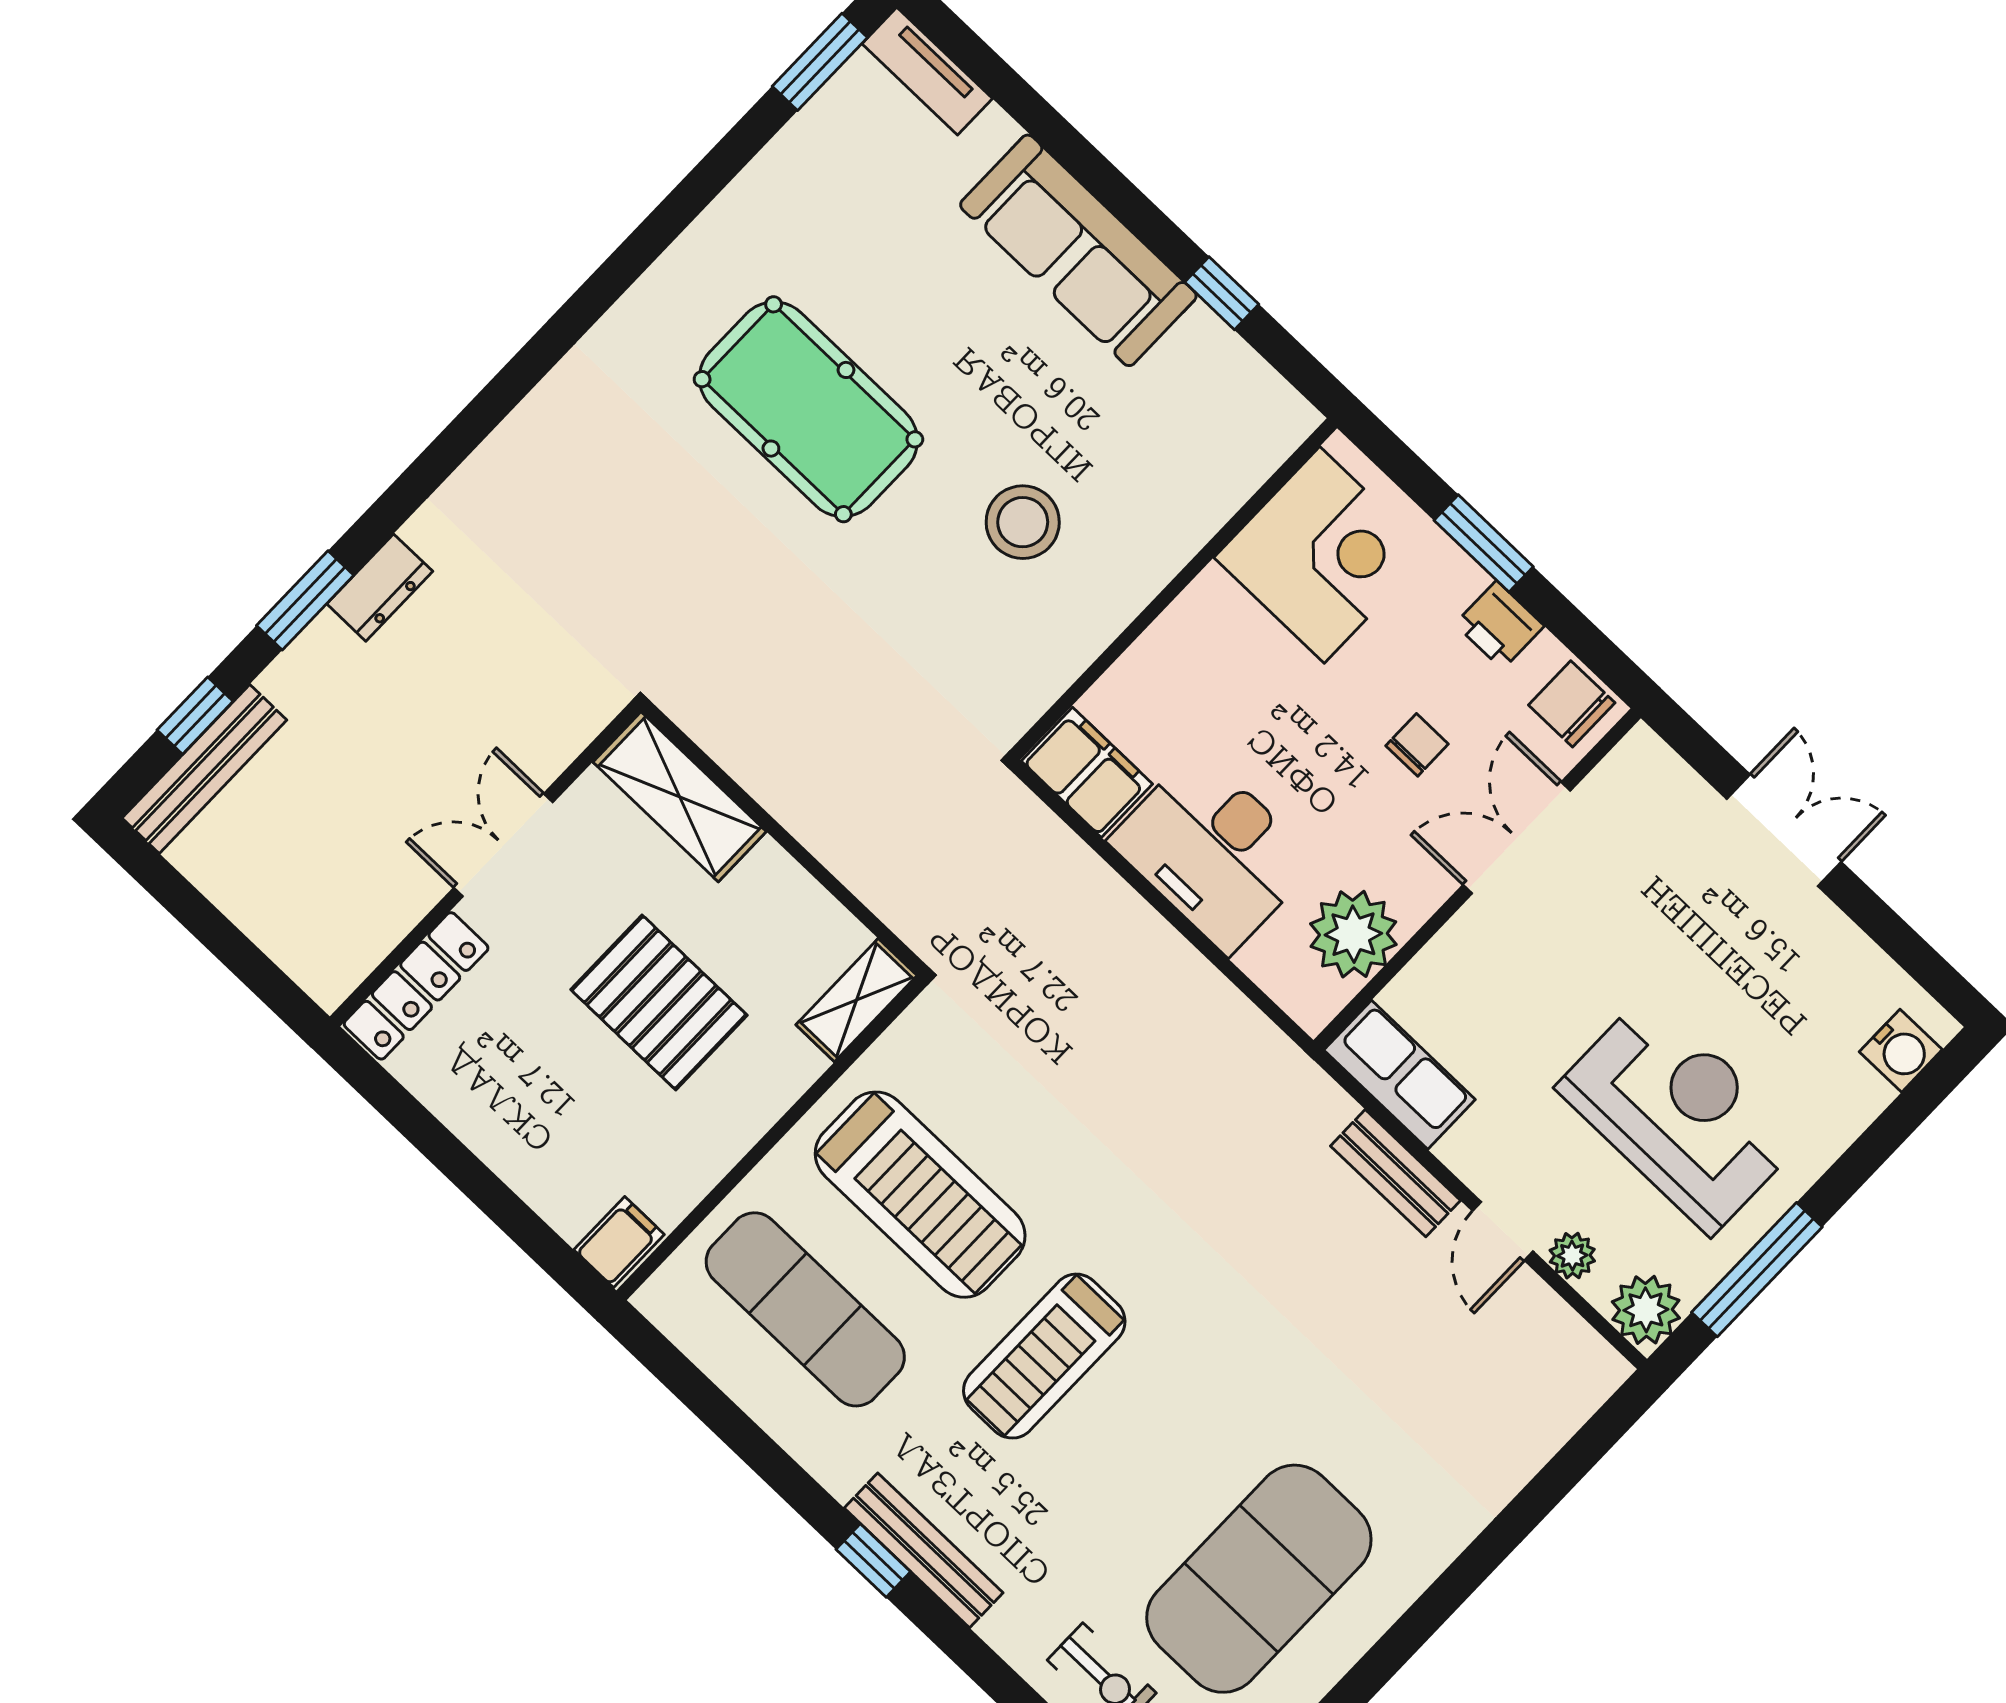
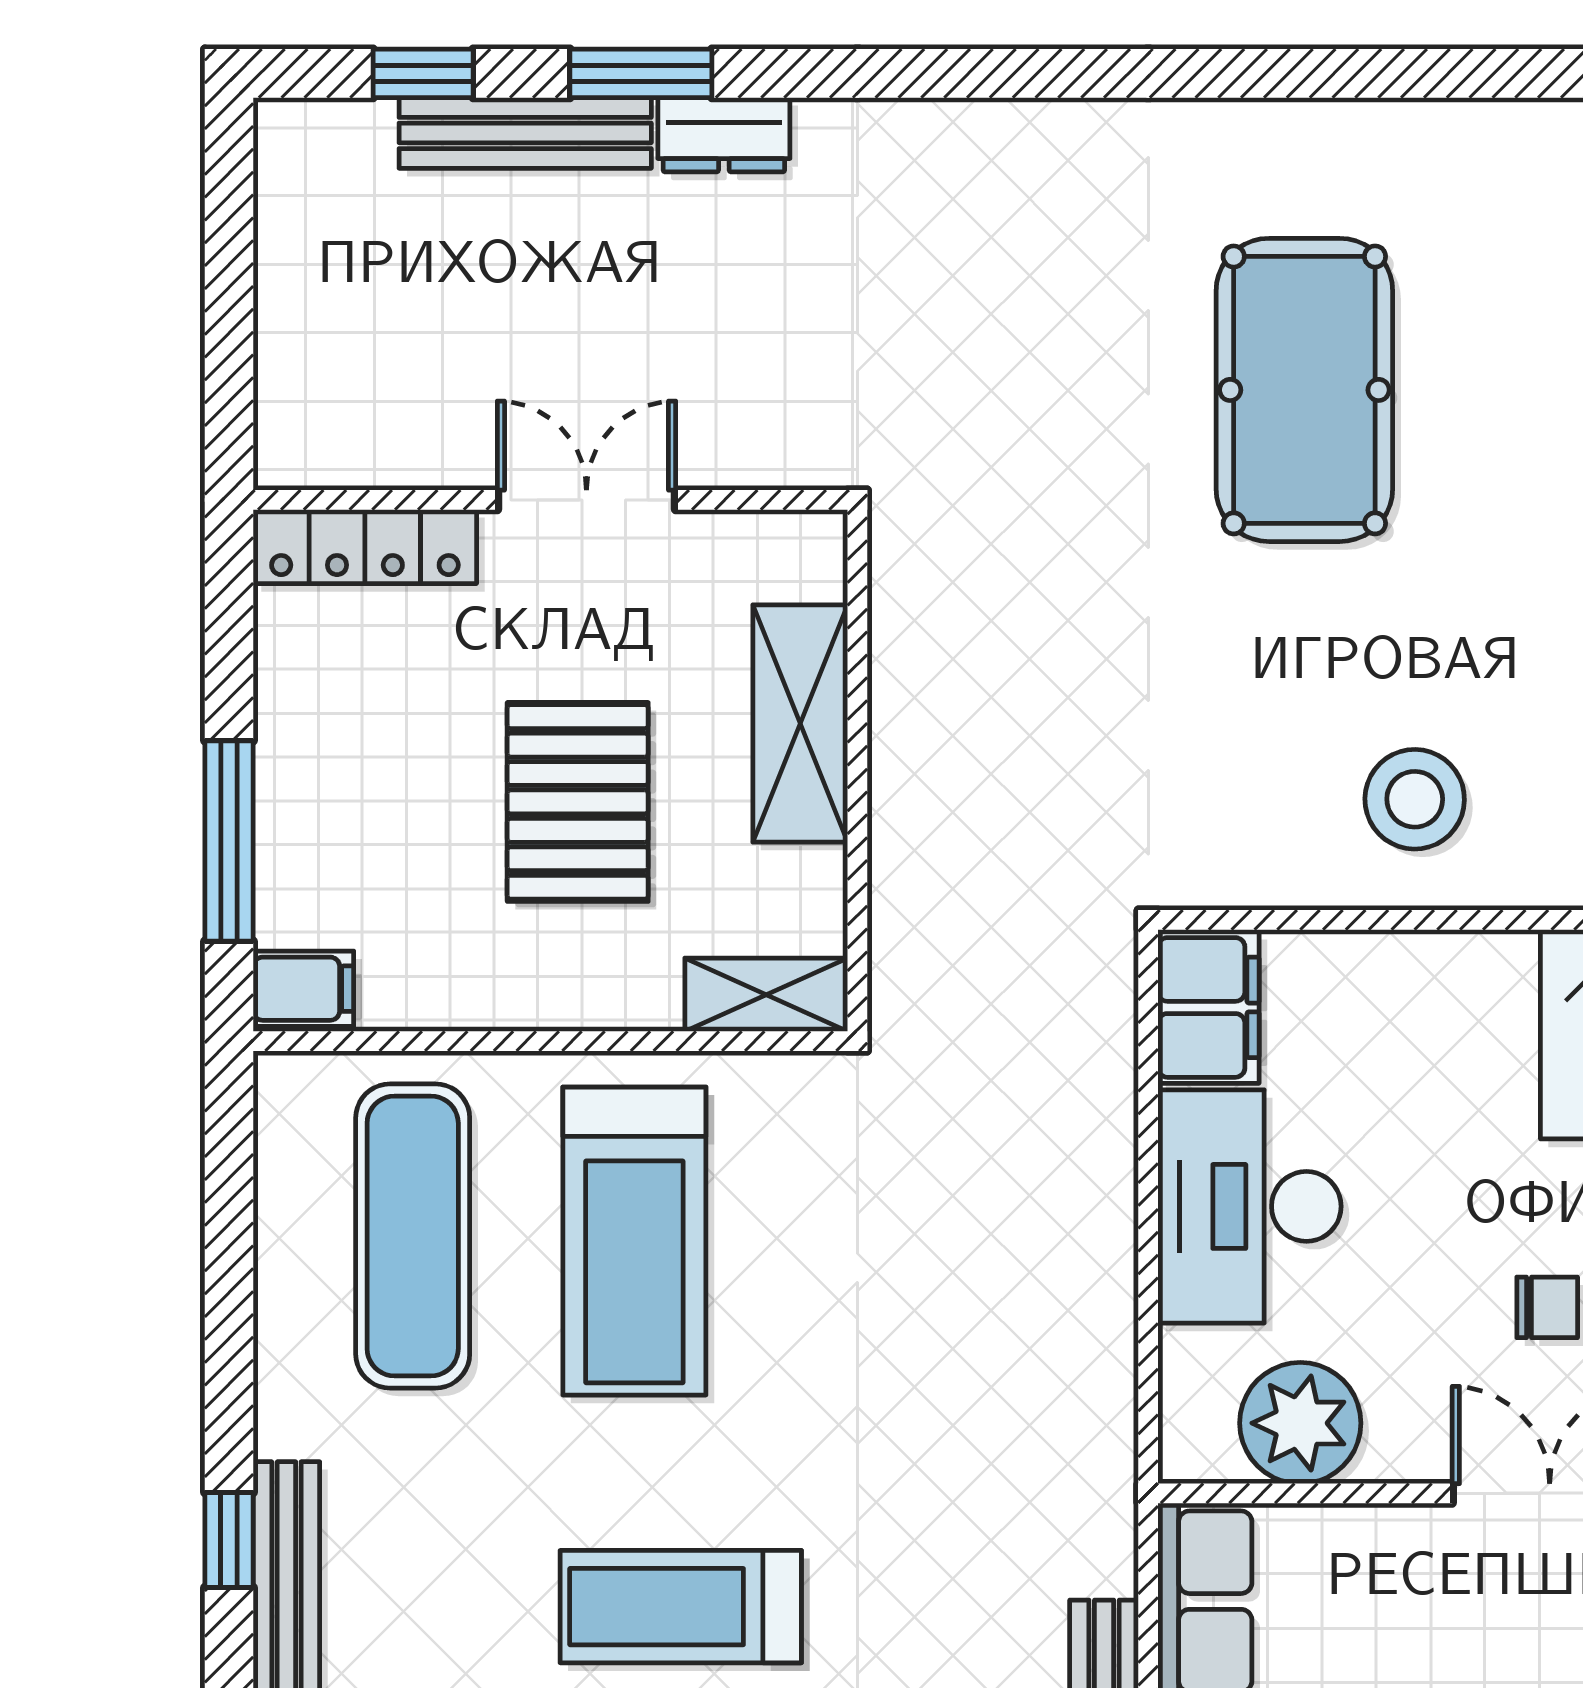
stool: (1023, 522) -> (1415, 799), moved
bench: (204, 769) -> (525, 133), moved
shelving: (680, 797) -> (800, 723), moved
window: (503, 1207) -> (229, 841), added
treadmill: (1044, 1356) -> (681, 1607), moved

